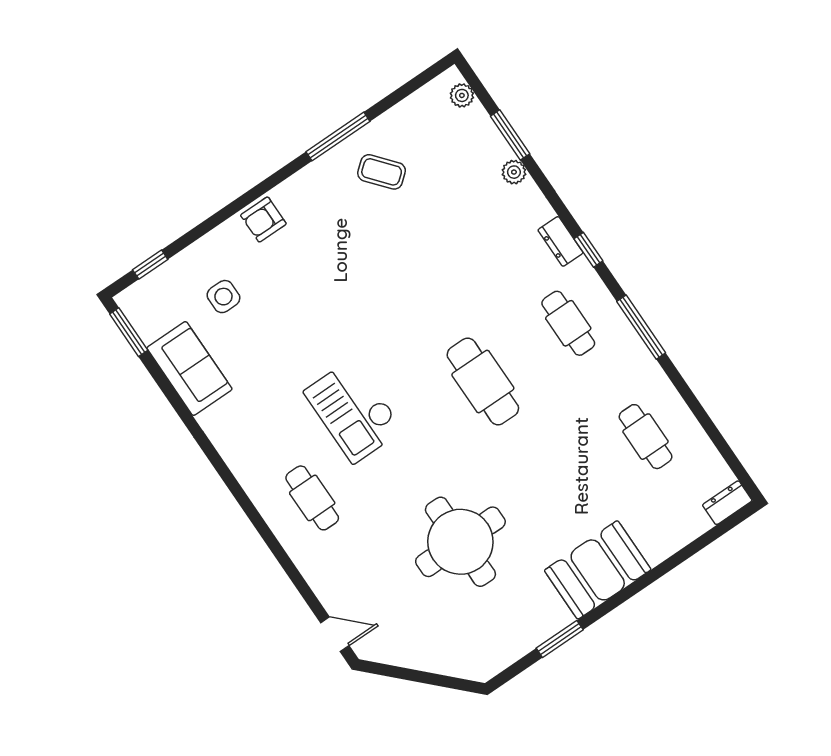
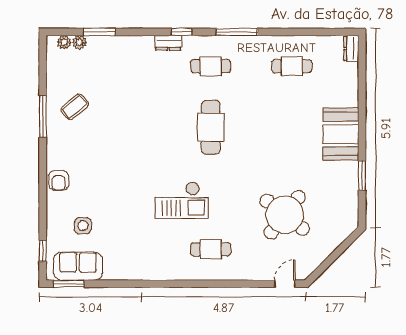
plant: (514, 172) -> (80, 42), moved
sofa: (189, 368) -> (78, 266), moved
cafe table: (483, 381) -> (211, 127), turned 90
round table: (460, 542) -> (285, 215), moved, turned 38

